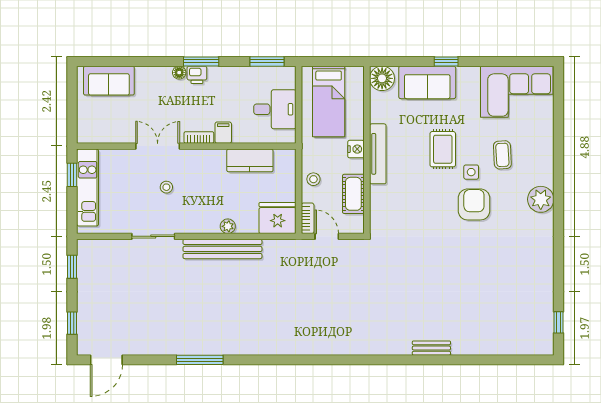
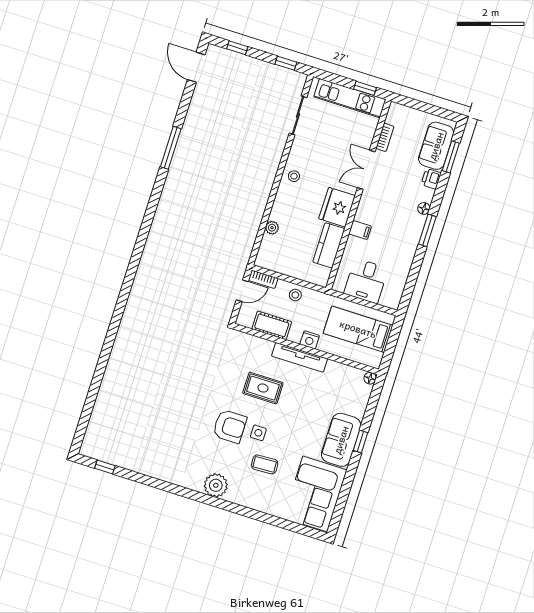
window: (267, 61) -> (451, 157), moved
printer: (197, 75) -> (431, 179), moved
floor lamp: (382, 78) -> (370, 378), width x0.53, depth x0.53
sofa: (427, 82) -> (341, 440), moved
bookcase: (199, 137) -> (385, 137), moved
double door: (158, 146) -> (366, 170), swing flipped
rug: (443, 149) -> (263, 388), moved
stool: (166, 187) -> (294, 176), moved
fridge: (278, 218) -> (337, 207), moved, turned 180
plant: (228, 226) -> (272, 228), moved
sliding door: (153, 236) -> (298, 115), moved
bench: (222, 249) -> (260, 198), removed
bench: (431, 348) -> (118, 350), removed

